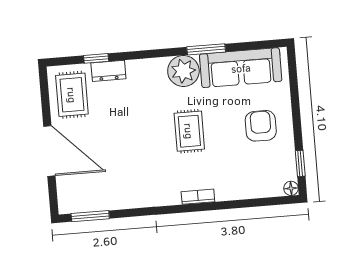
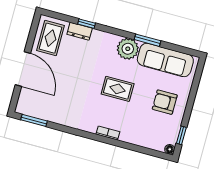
window: (96, 58) -> (87, 24), moved
armchair: (261, 126) -> (165, 102), turned -90
rug: (189, 131) -> (118, 89), turned 90

